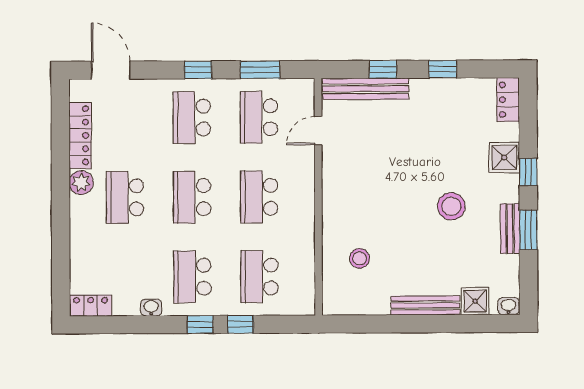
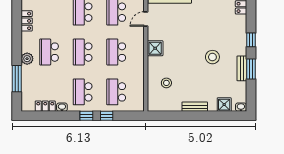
locker: (80, 135) -> (27, 21), width x0.66
shower: (504, 158) -> (155, 48), moved
plant: (81, 183) -> (27, 59), moved
window: (61, 251) -> (17, 79), added
bench: (425, 305) -> (195, 107), width x0.73
locker: (91, 306) -> (45, 106), moved

